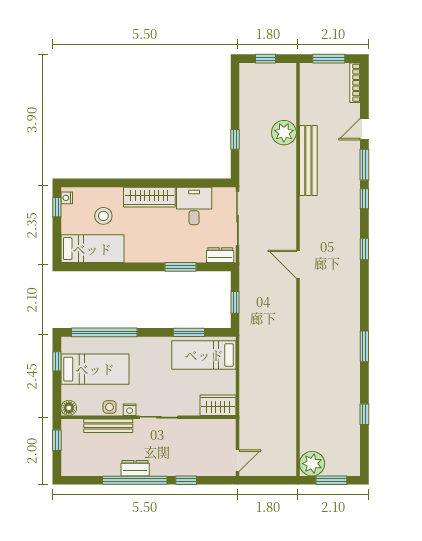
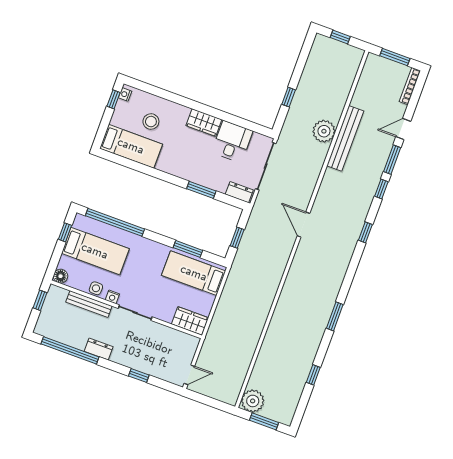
plant: (284, 133) -> (324, 131), moved
wardrobe: (149, 197) -> (204, 123), width x0.67
window: (135, 480) -> (70, 350), moved

